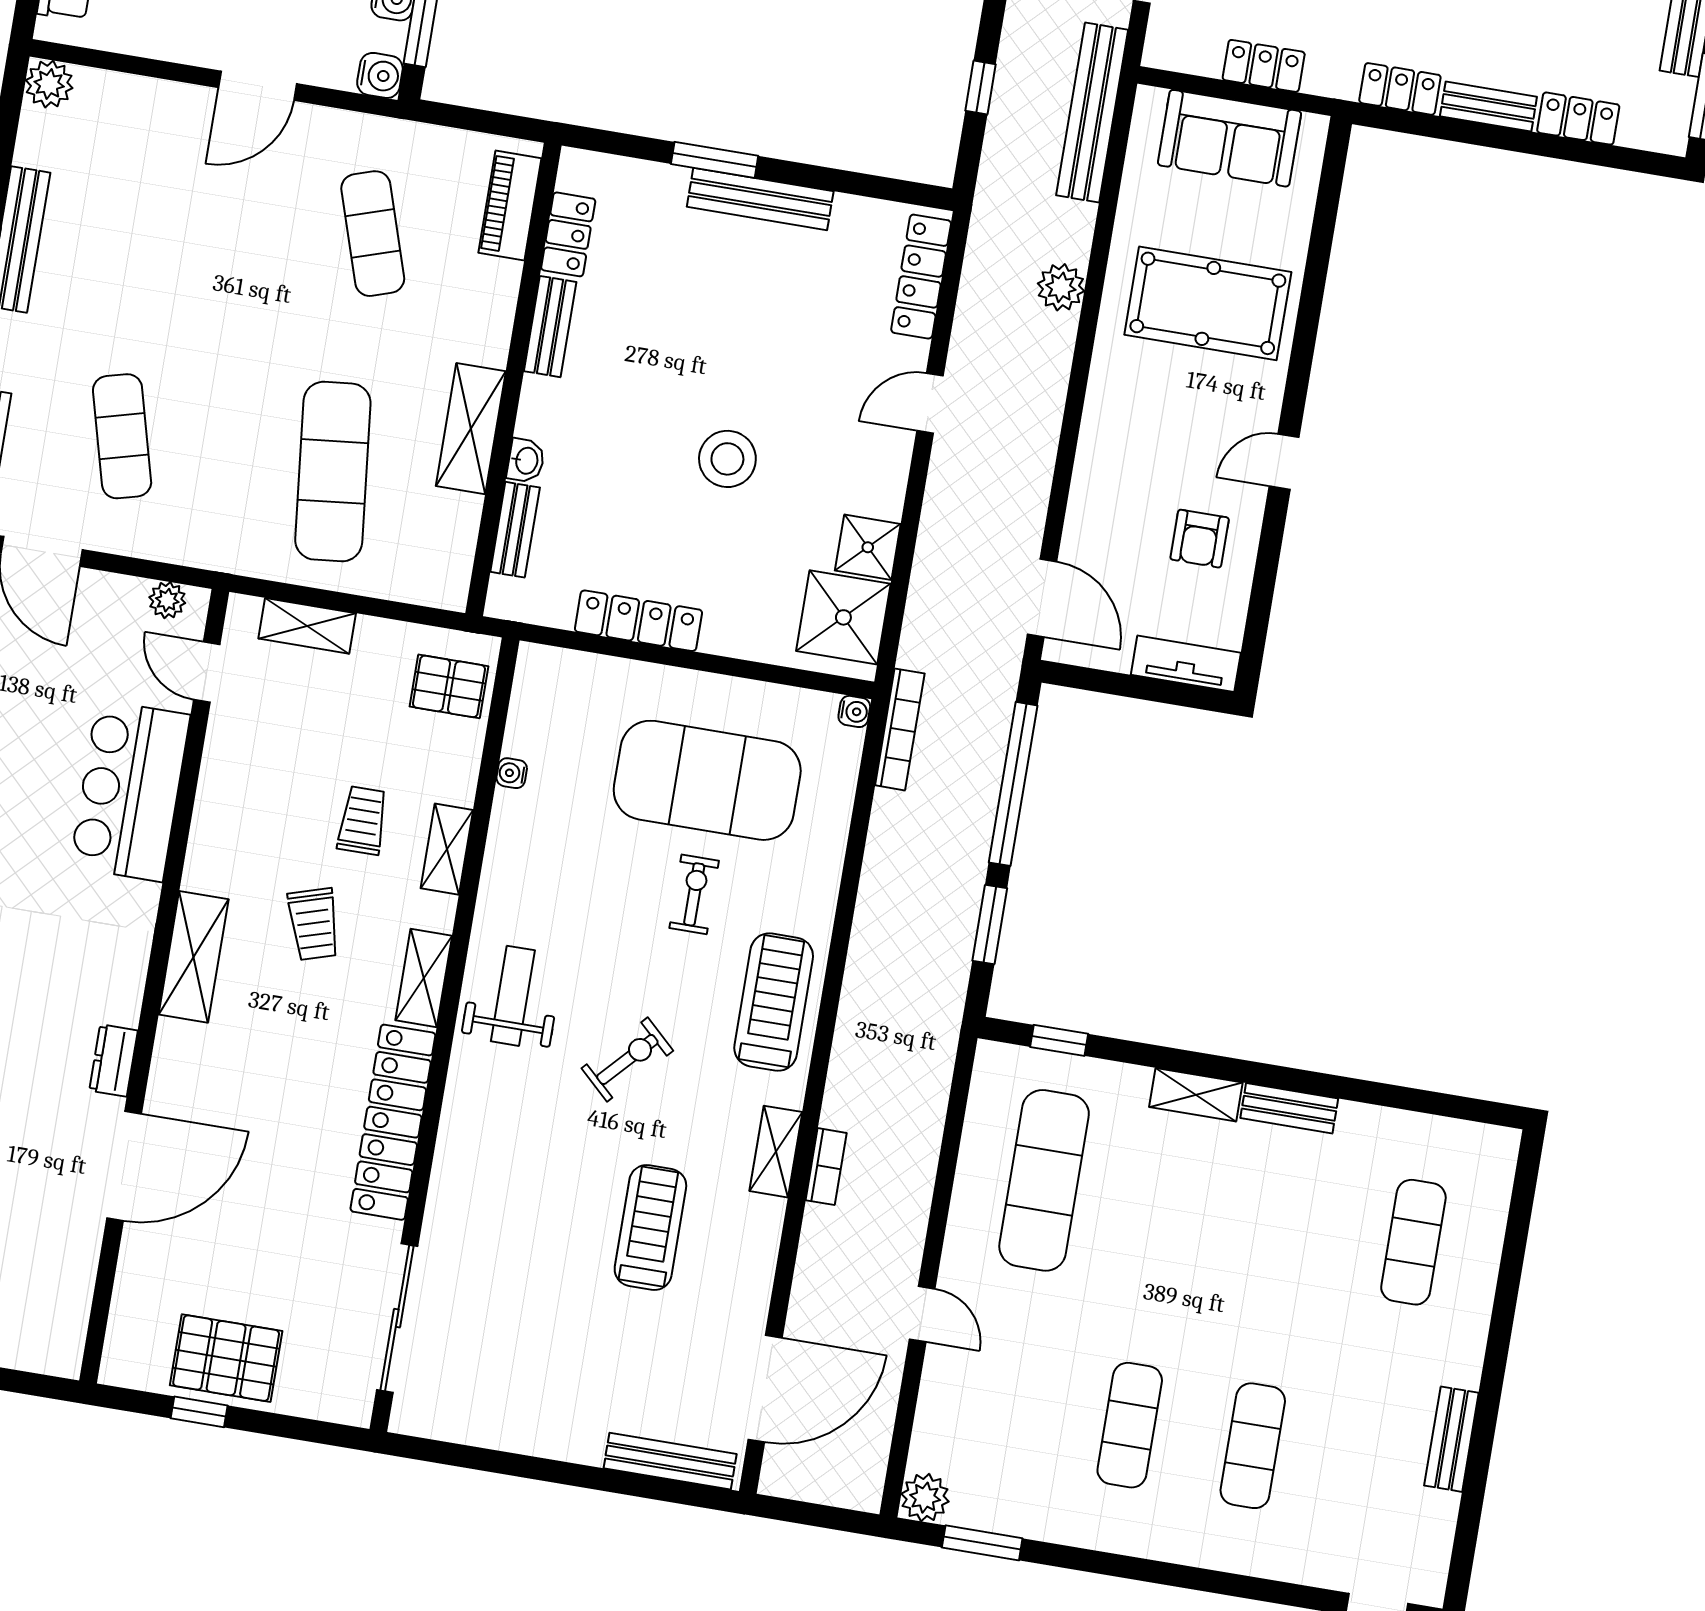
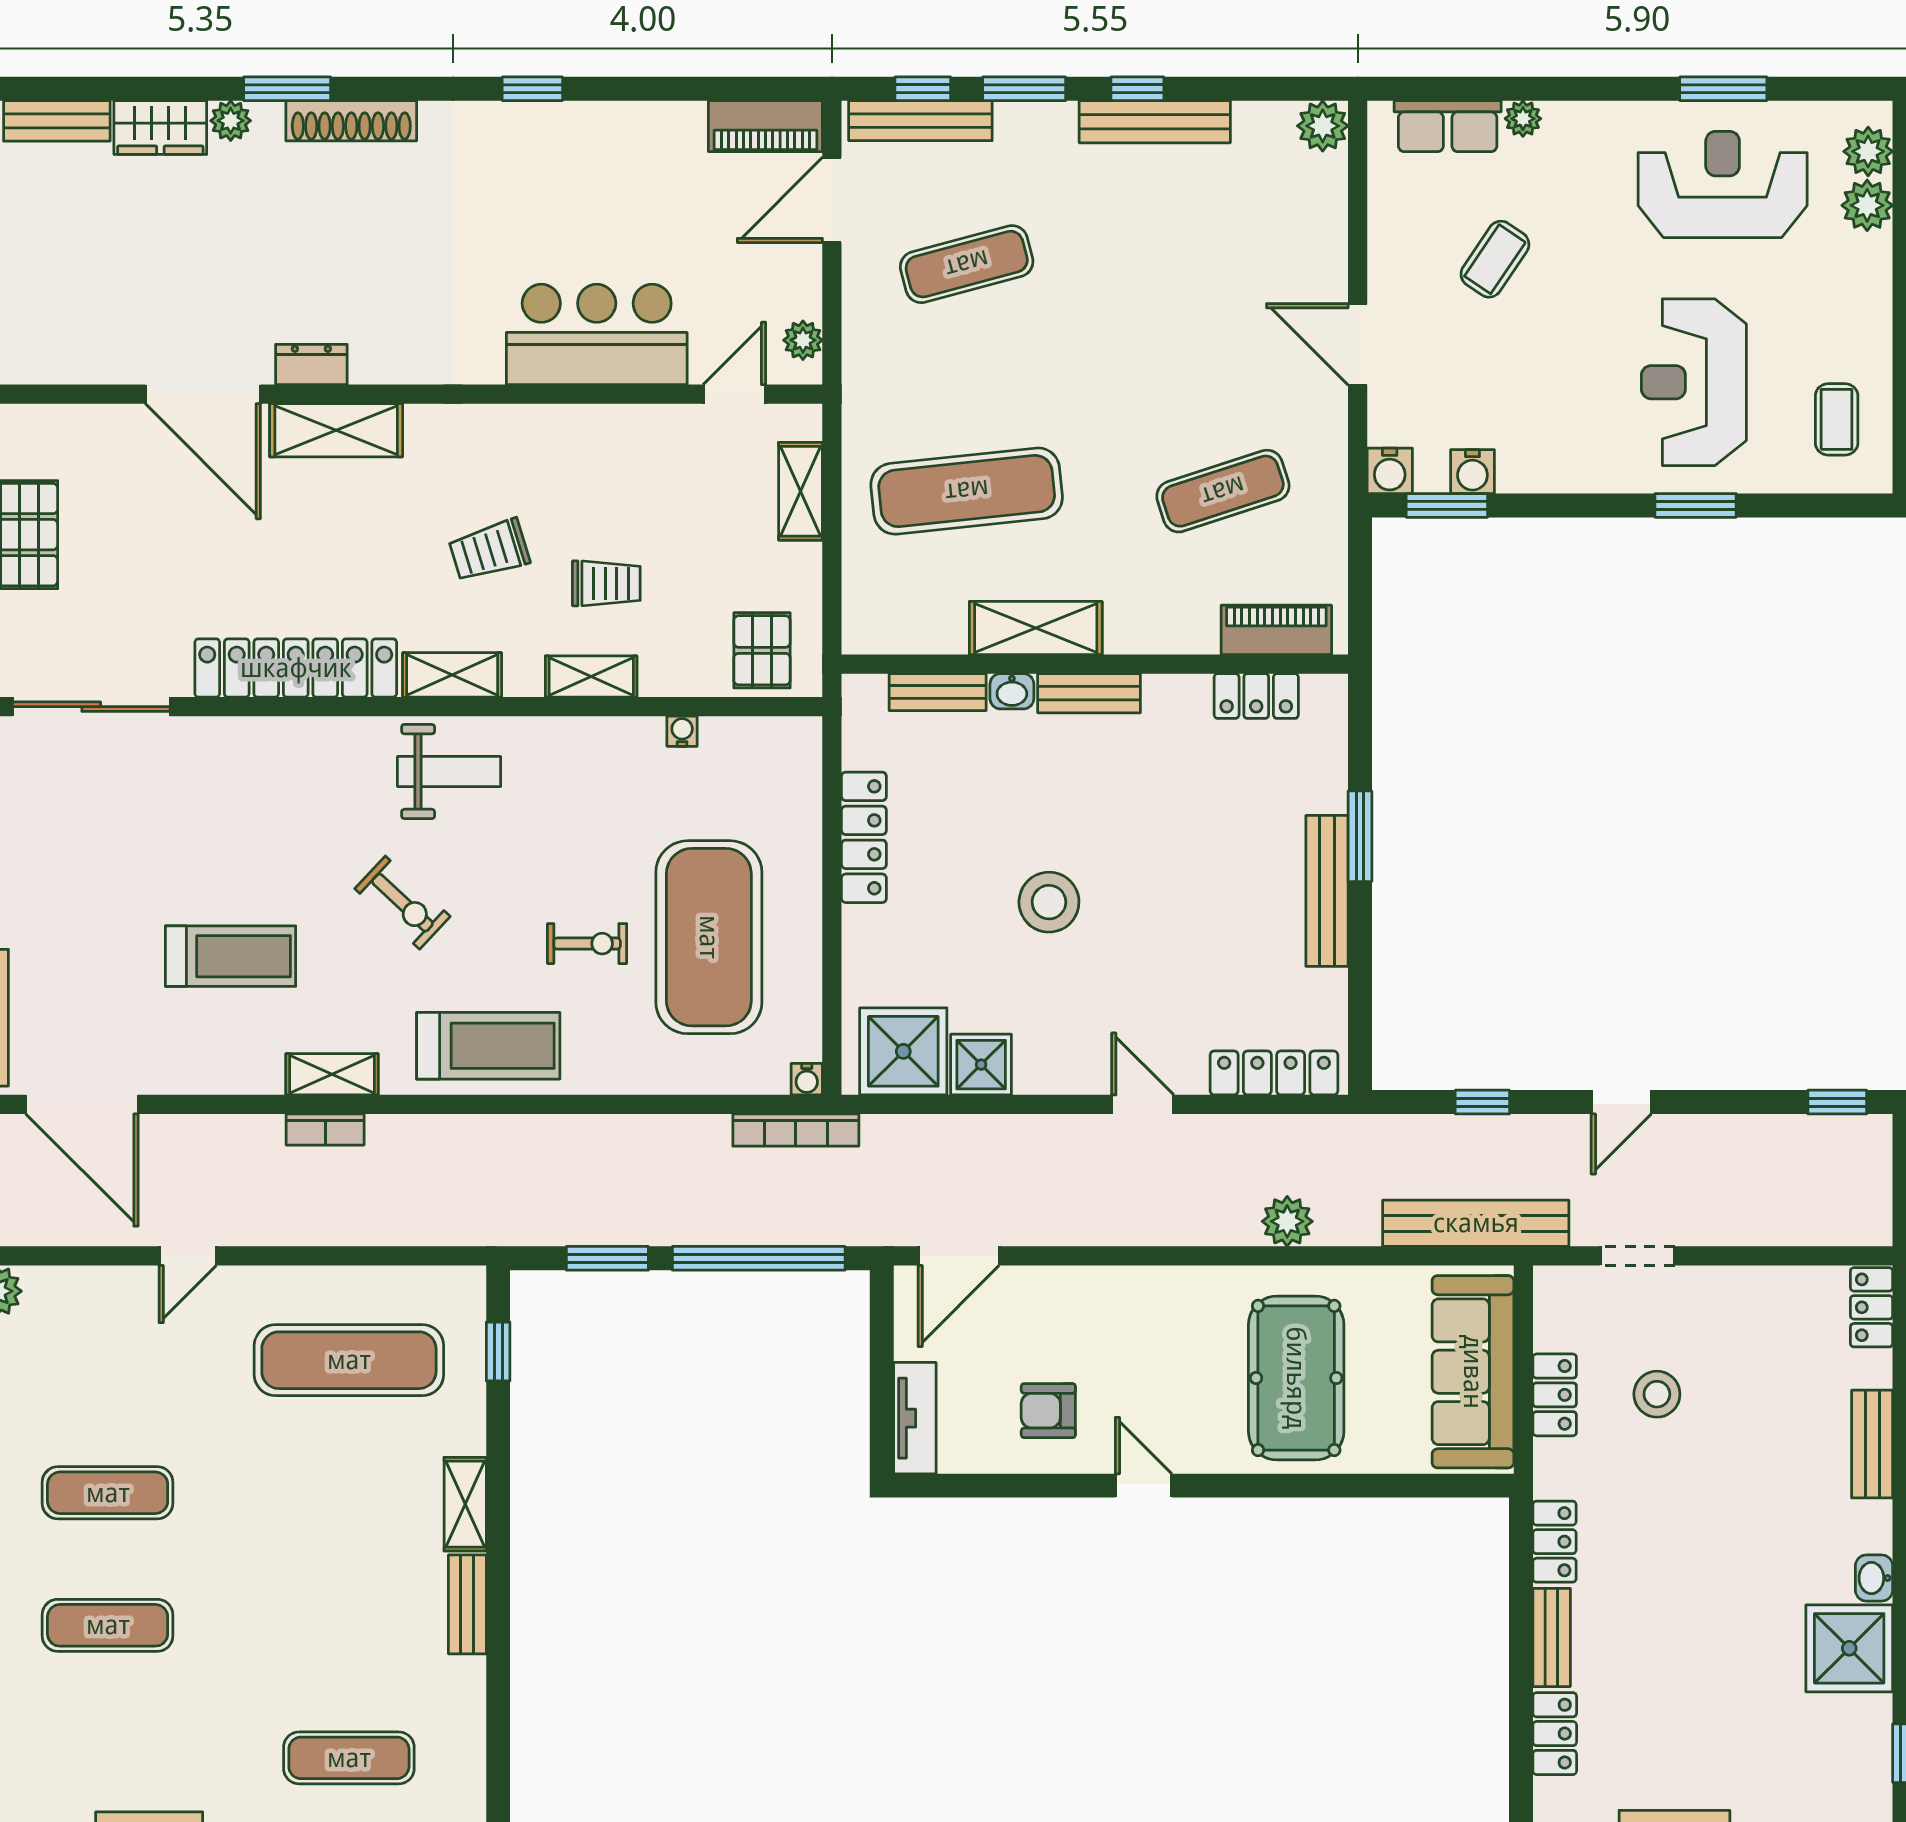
sofa: (1229, 138) -> (1473, 1372), width x1.36
bench: (550, 327) -> (1089, 693), moved
shelving: (194, 957) -> (336, 430), moved

